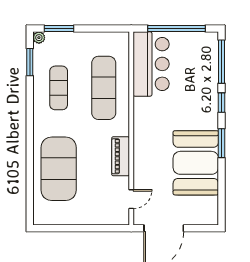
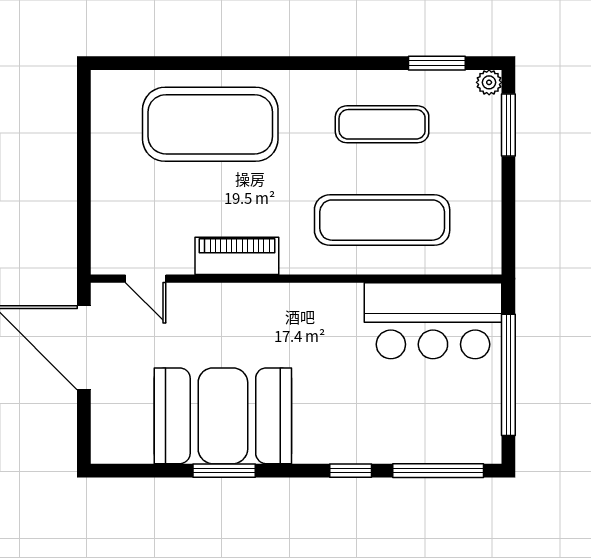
window: (222, 143) -> (224, 471), moved

